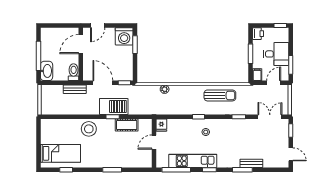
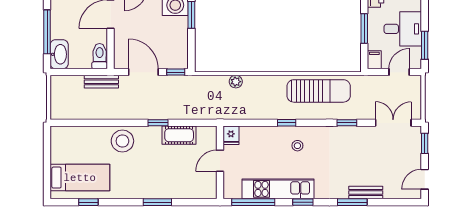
sun lounger: (220, 95) -> (319, 91), width x1.36, depth x1.34
barbecue: (114, 106) -> (160, 107), removed
door: (291, 154) -> (425, 179), swing flipped

